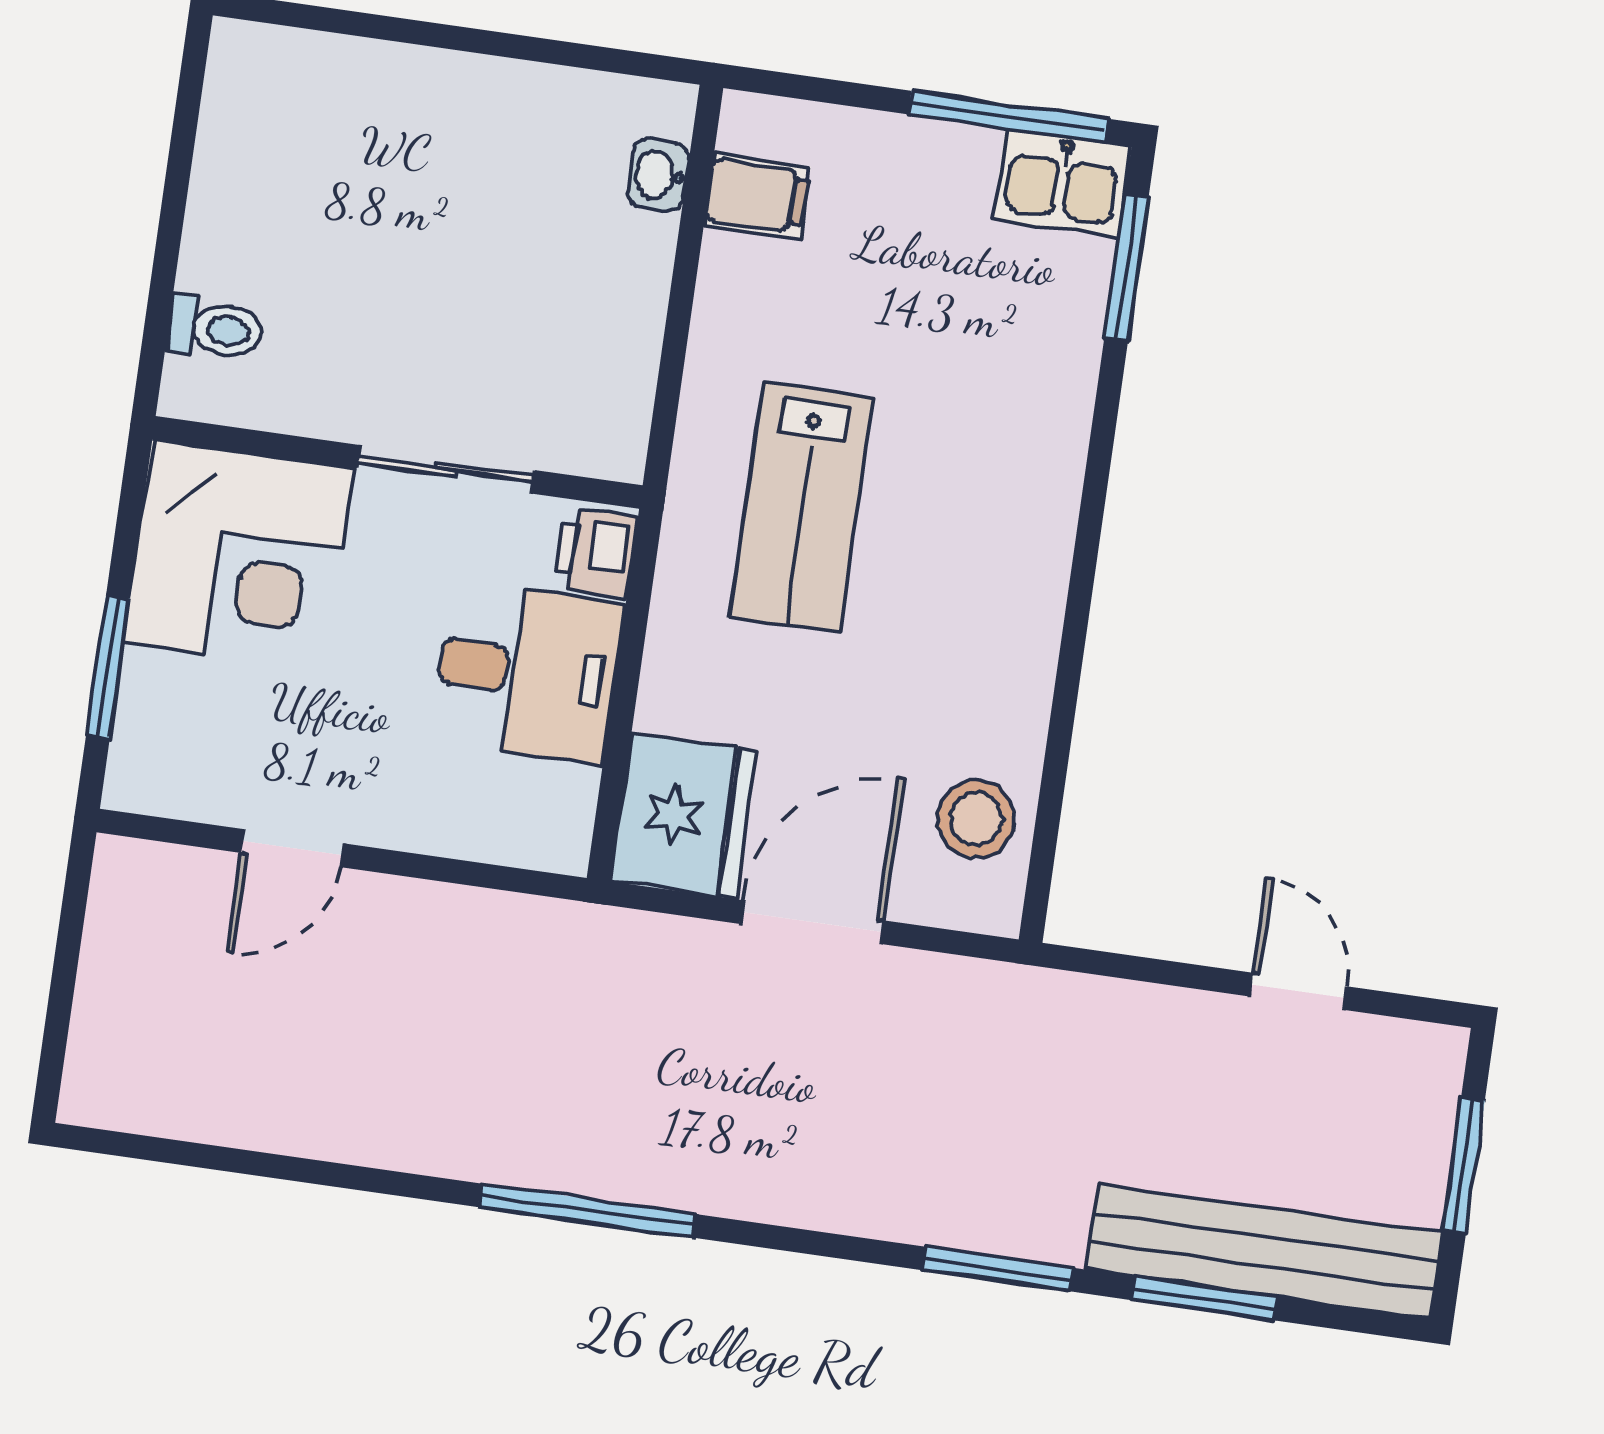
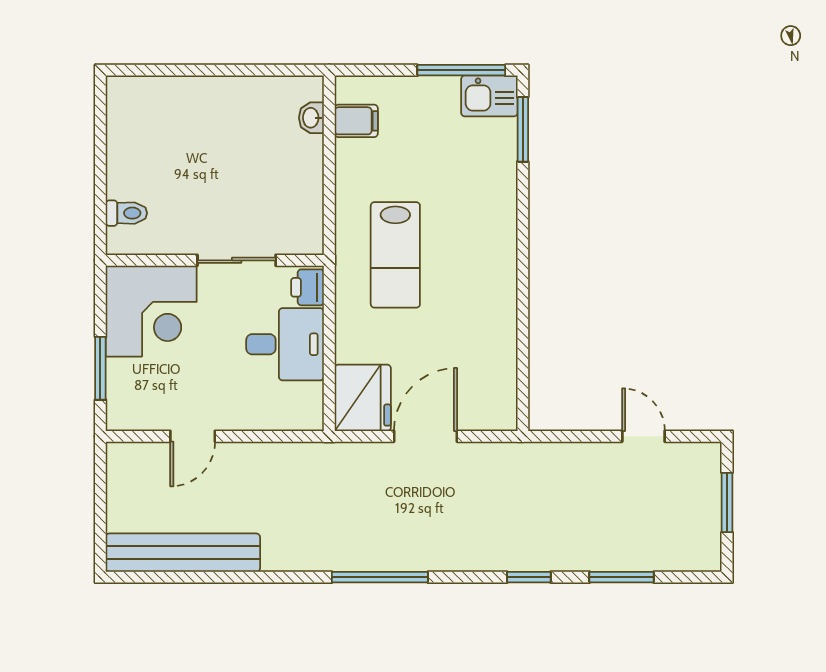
stool: (976, 819) -> (491, 381), removed
window: (587, 1211) -> (380, 577), moved
bench: (1264, 1251) -> (183, 553), moved
window: (998, 1269) -> (529, 577), width x0.67

